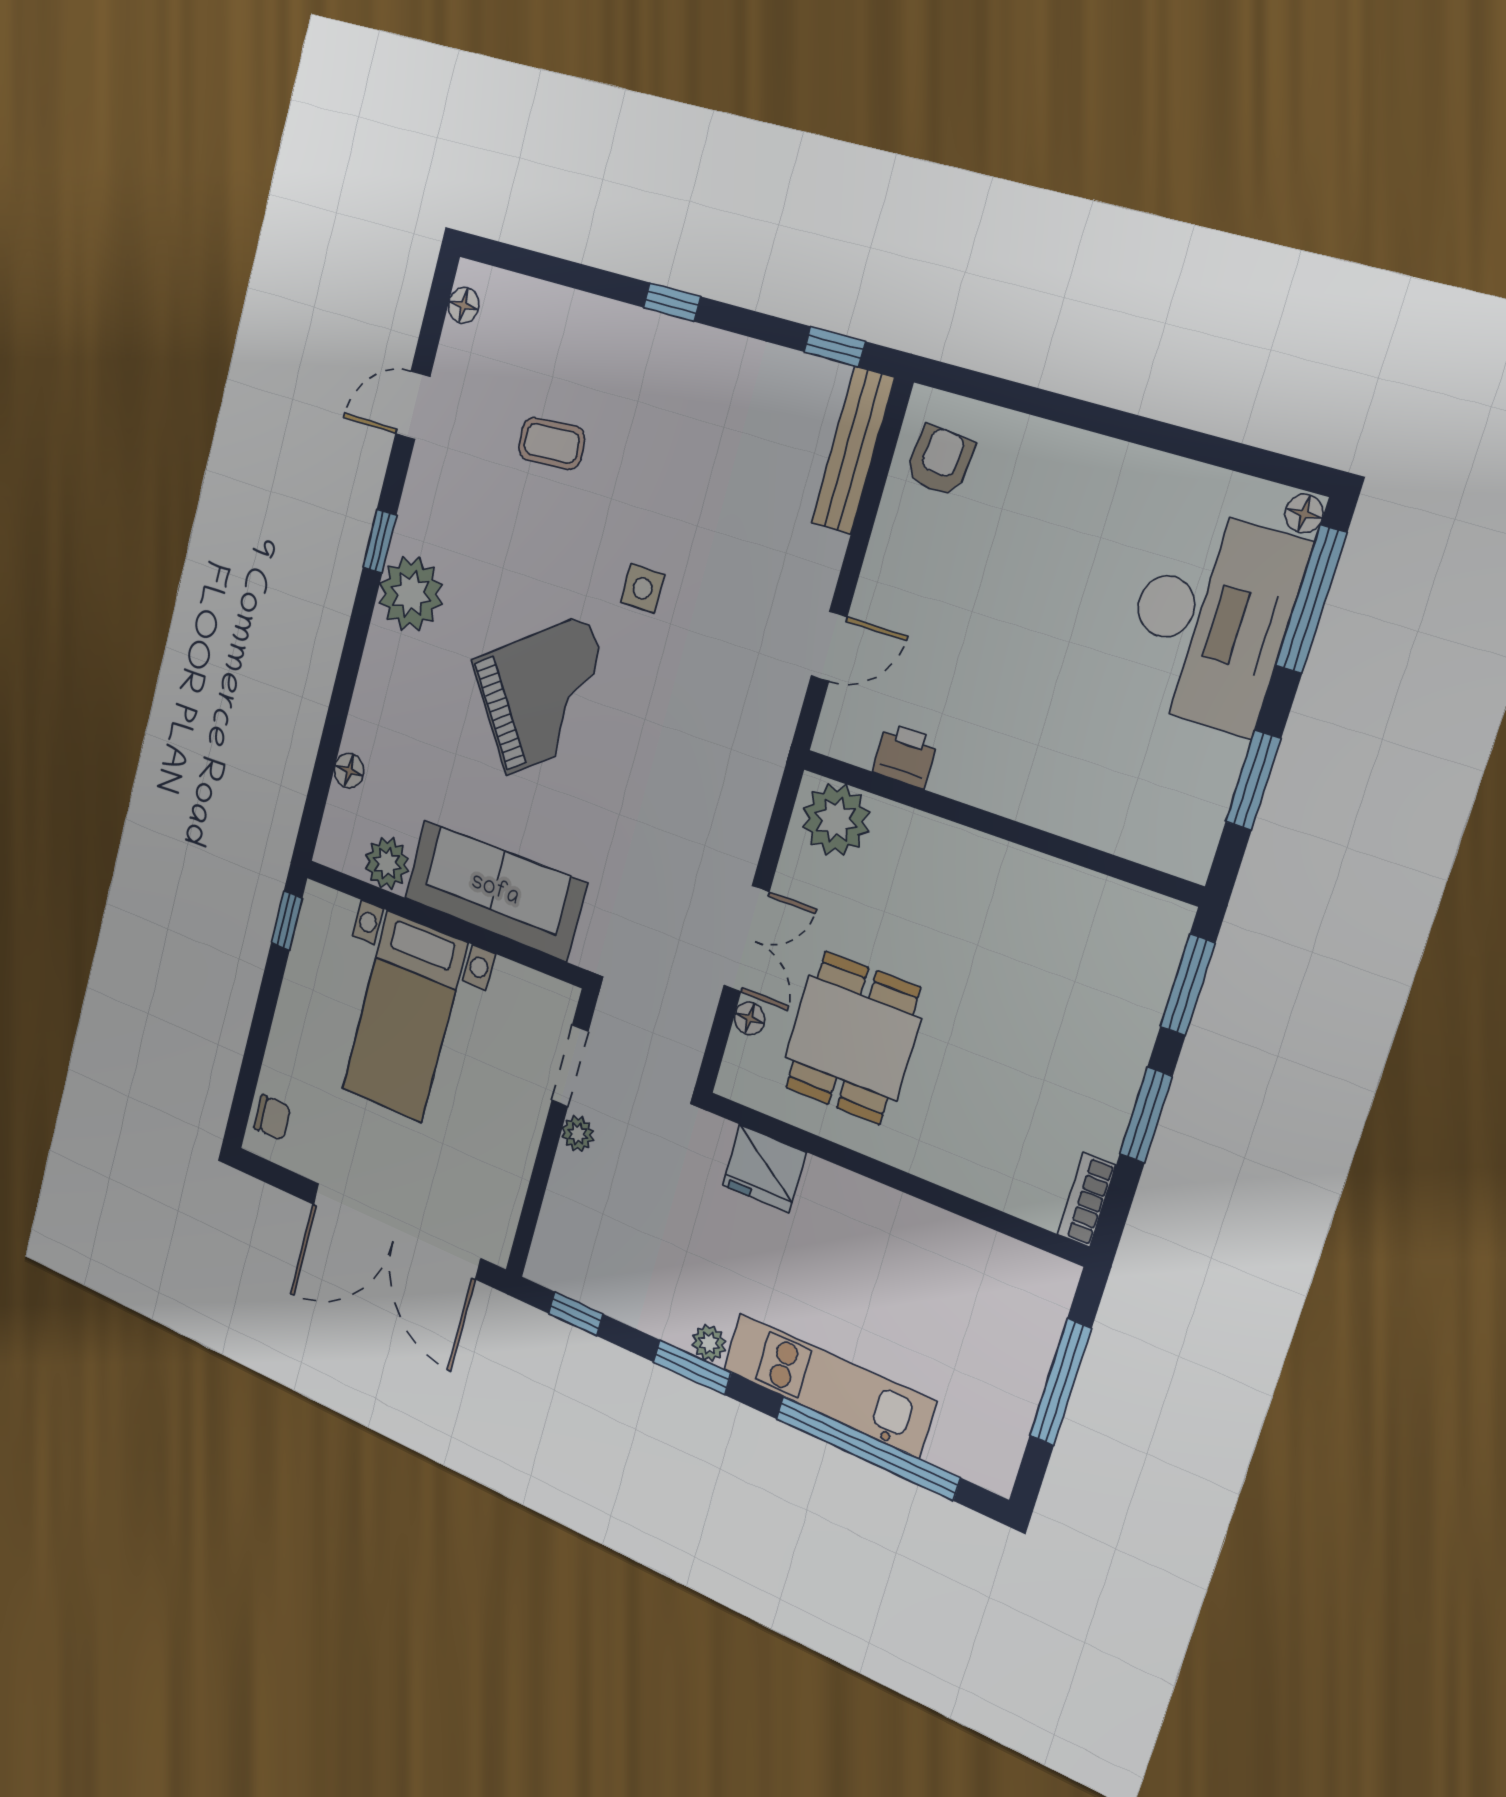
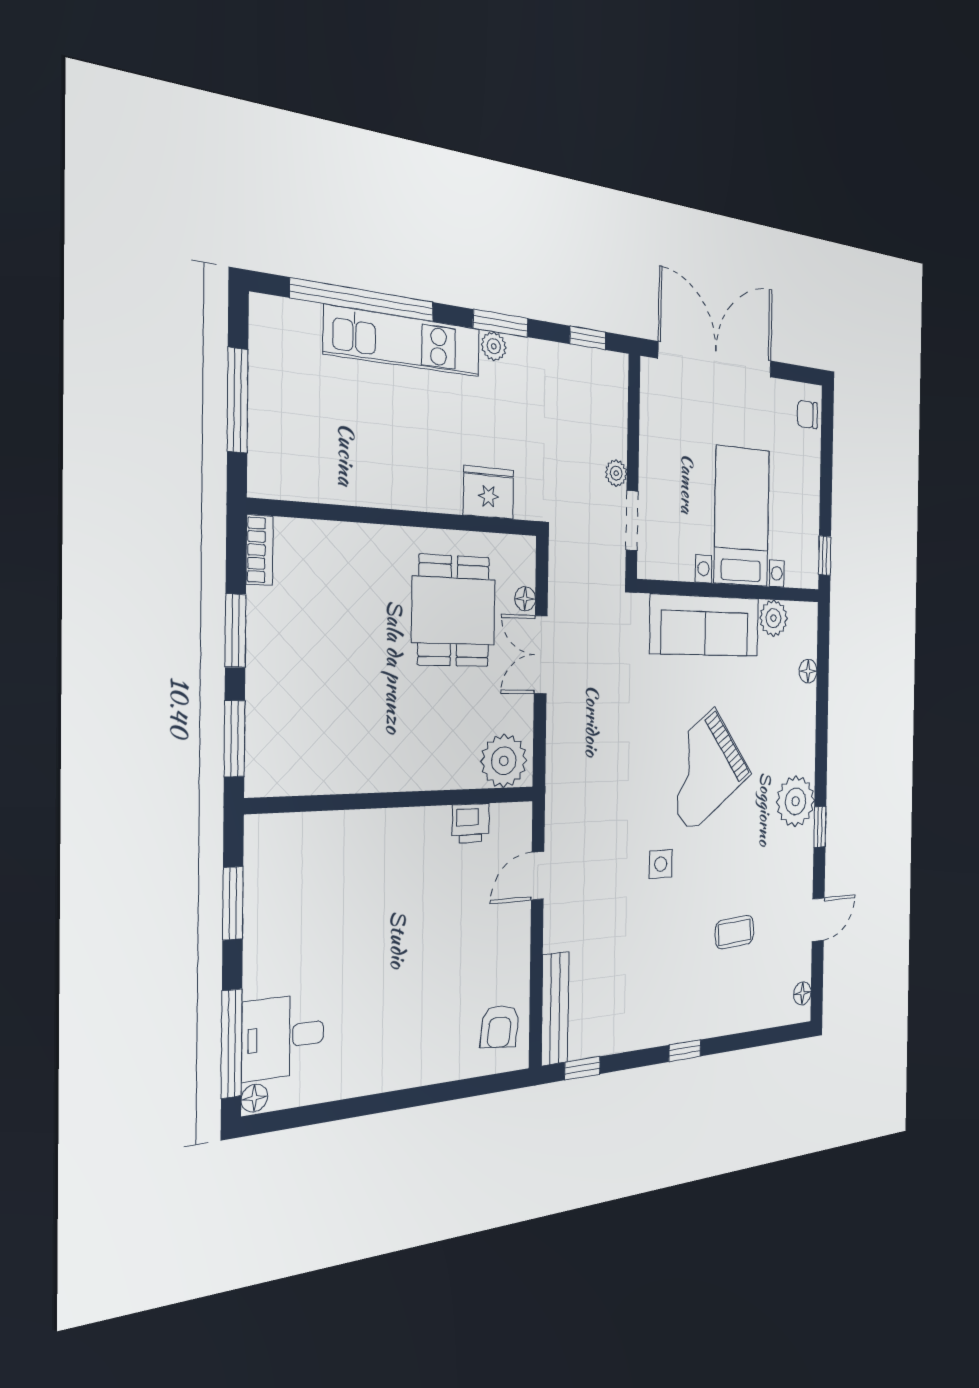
desk: (1210, 620) -> (283, 1037), width x0.53, depth x0.77

